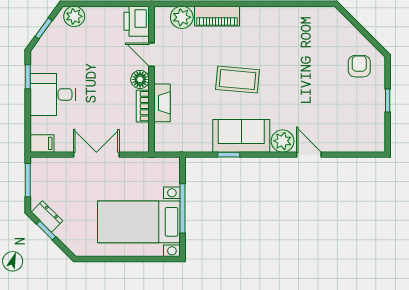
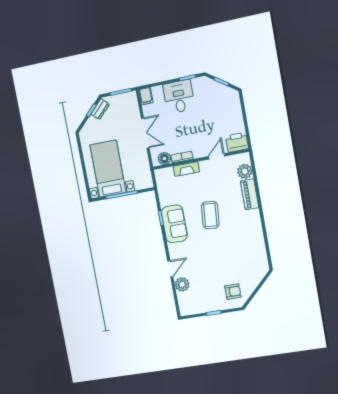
plant: (74, 16) -> (233, 100), removed
floor lamp: (140, 79) -> (164, 159), moved
plant: (283, 141) -> (182, 284), moved

